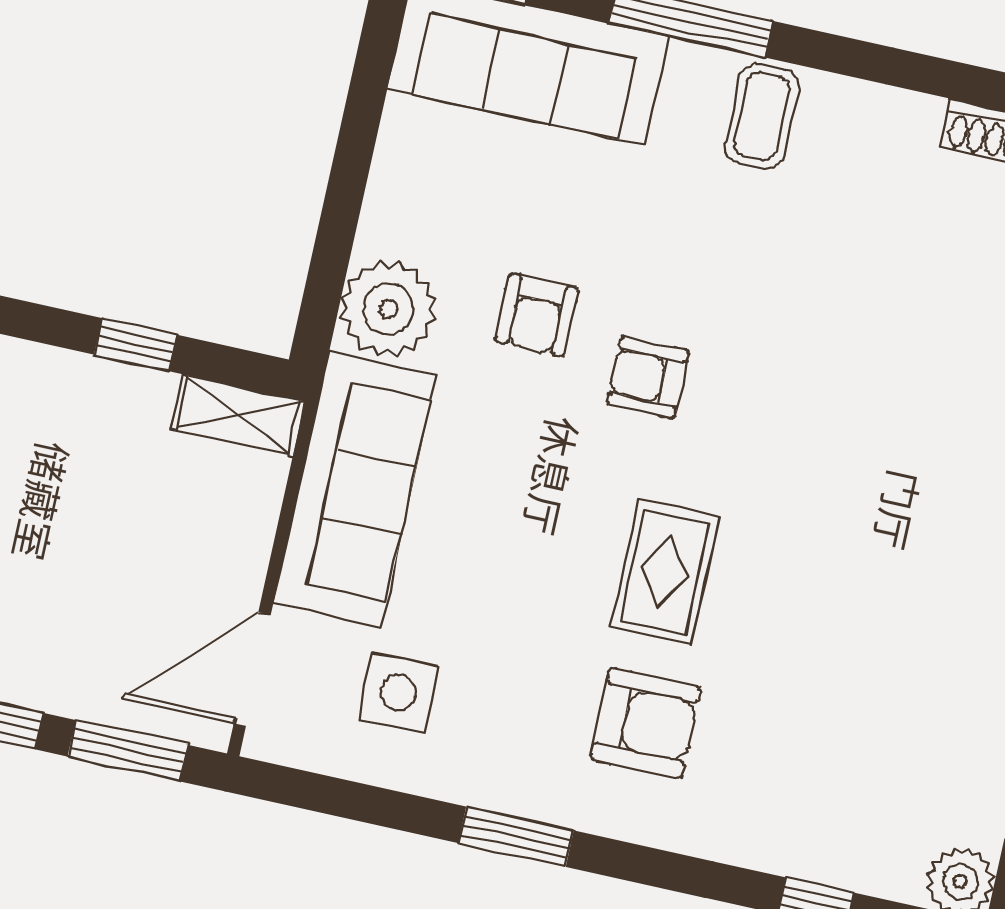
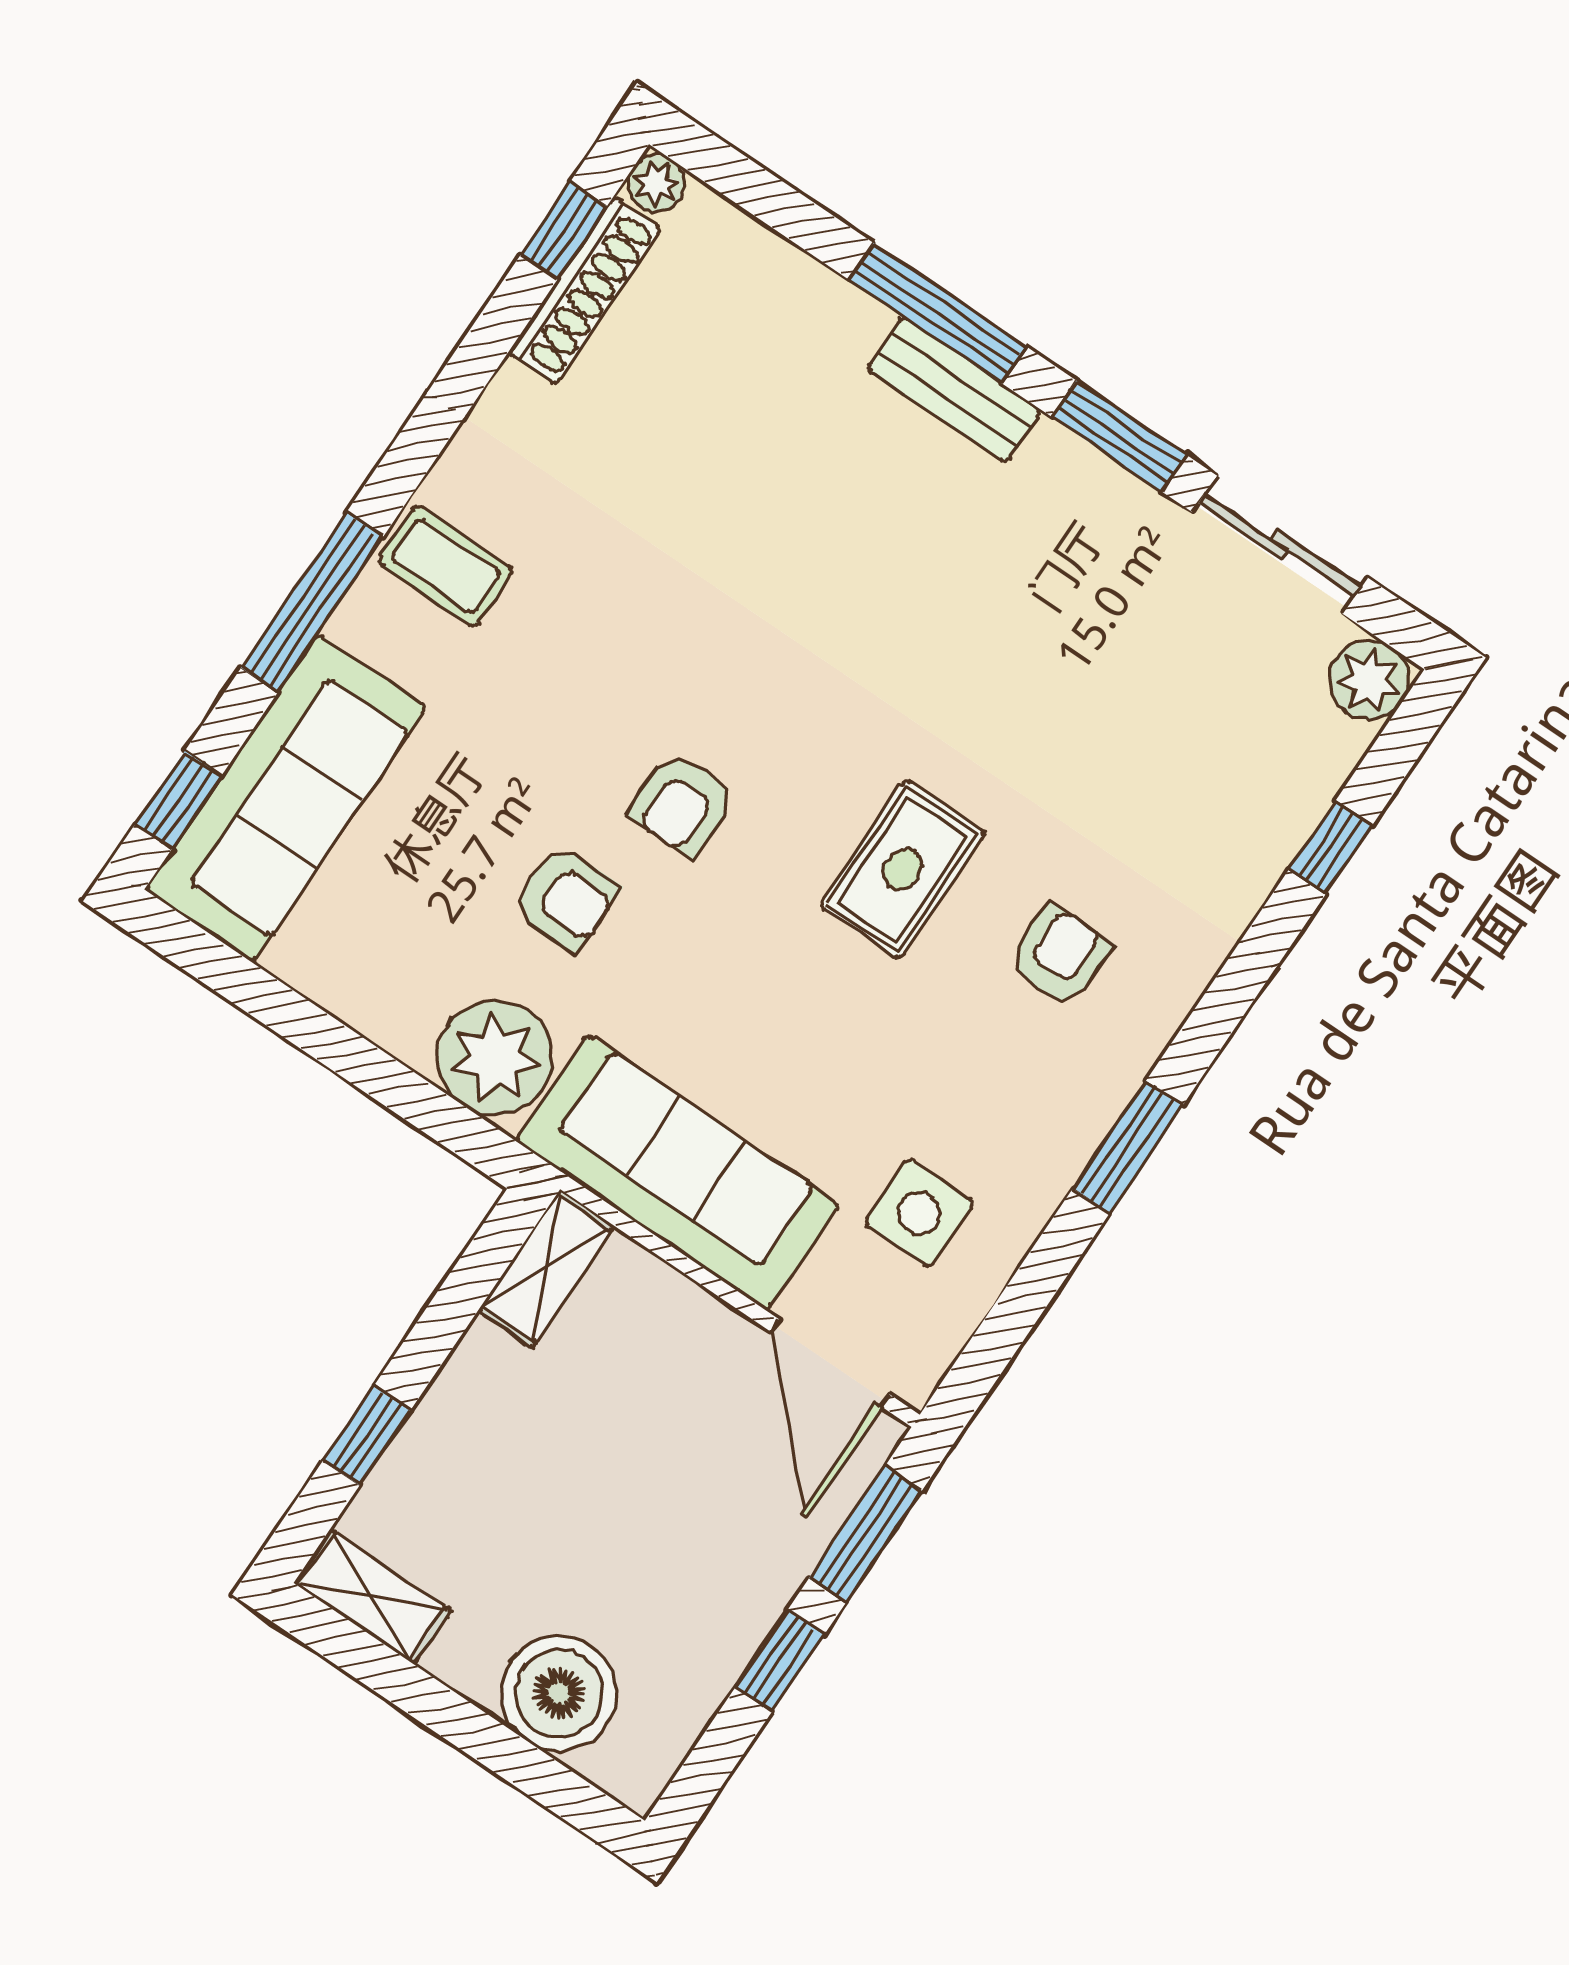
window: (135, 345) -> (367, 1436), moved
rug: (665, 572) -> (902, 869), turned 90
armchair: (646, 723) -> (1059, 955), width x0.72, depth x0.72

